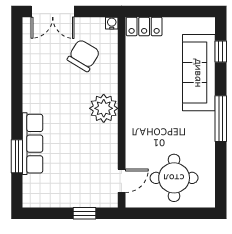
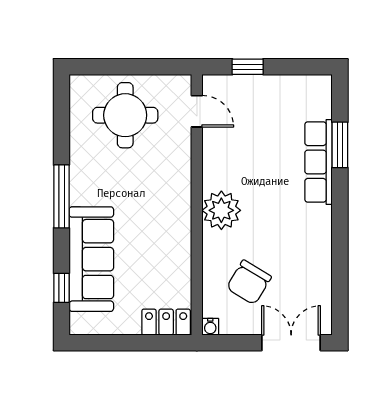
door: (122, 181) -> (197, 111), swing flipped

